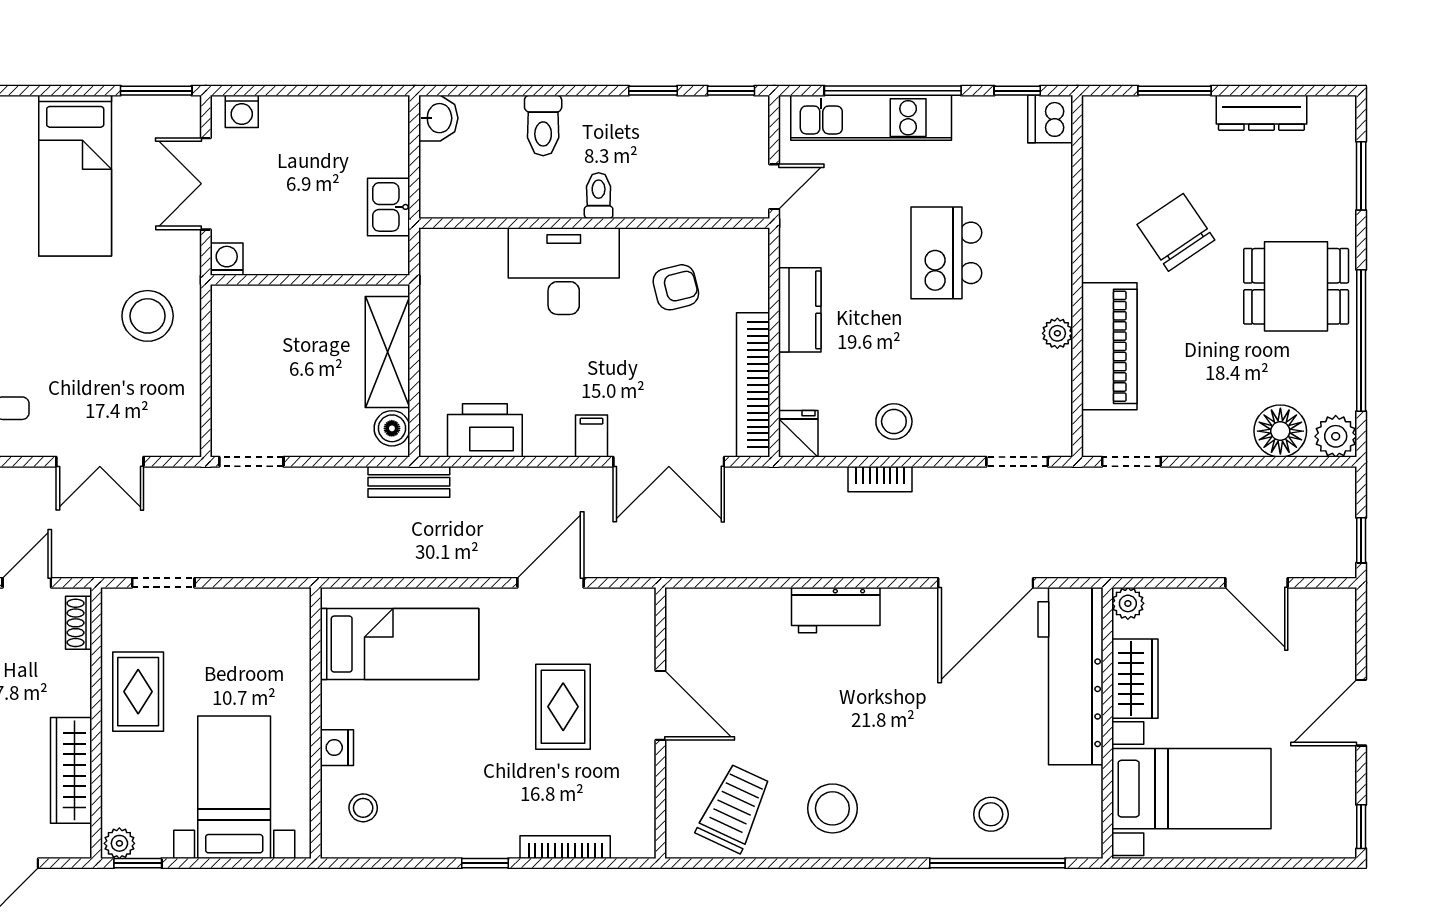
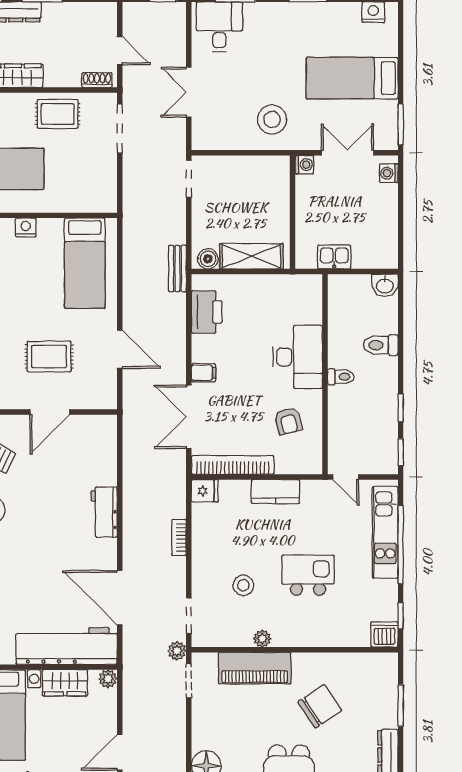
stool: (894, 421) -> (243, 585), moved
plant: (1079, 482) -> (177, 651), added
doorway: (163, 583) -> (120, 128), width x1.38

